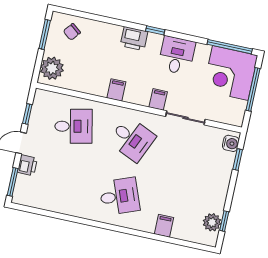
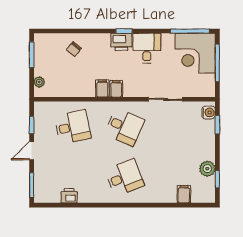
chair: (72, 32) -> (74, 49), moved
printer: (134, 39) -> (121, 42), moved
plant: (52, 68) -> (39, 82), width x0.53, depth x0.53
filing cabinet: (158, 99) -> (116, 89), moved
printer: (27, 165) -> (69, 196), moved, turned -90
plant: (212, 222) -> (207, 169), moved
filing cabinet: (164, 226) -> (184, 194), moved

